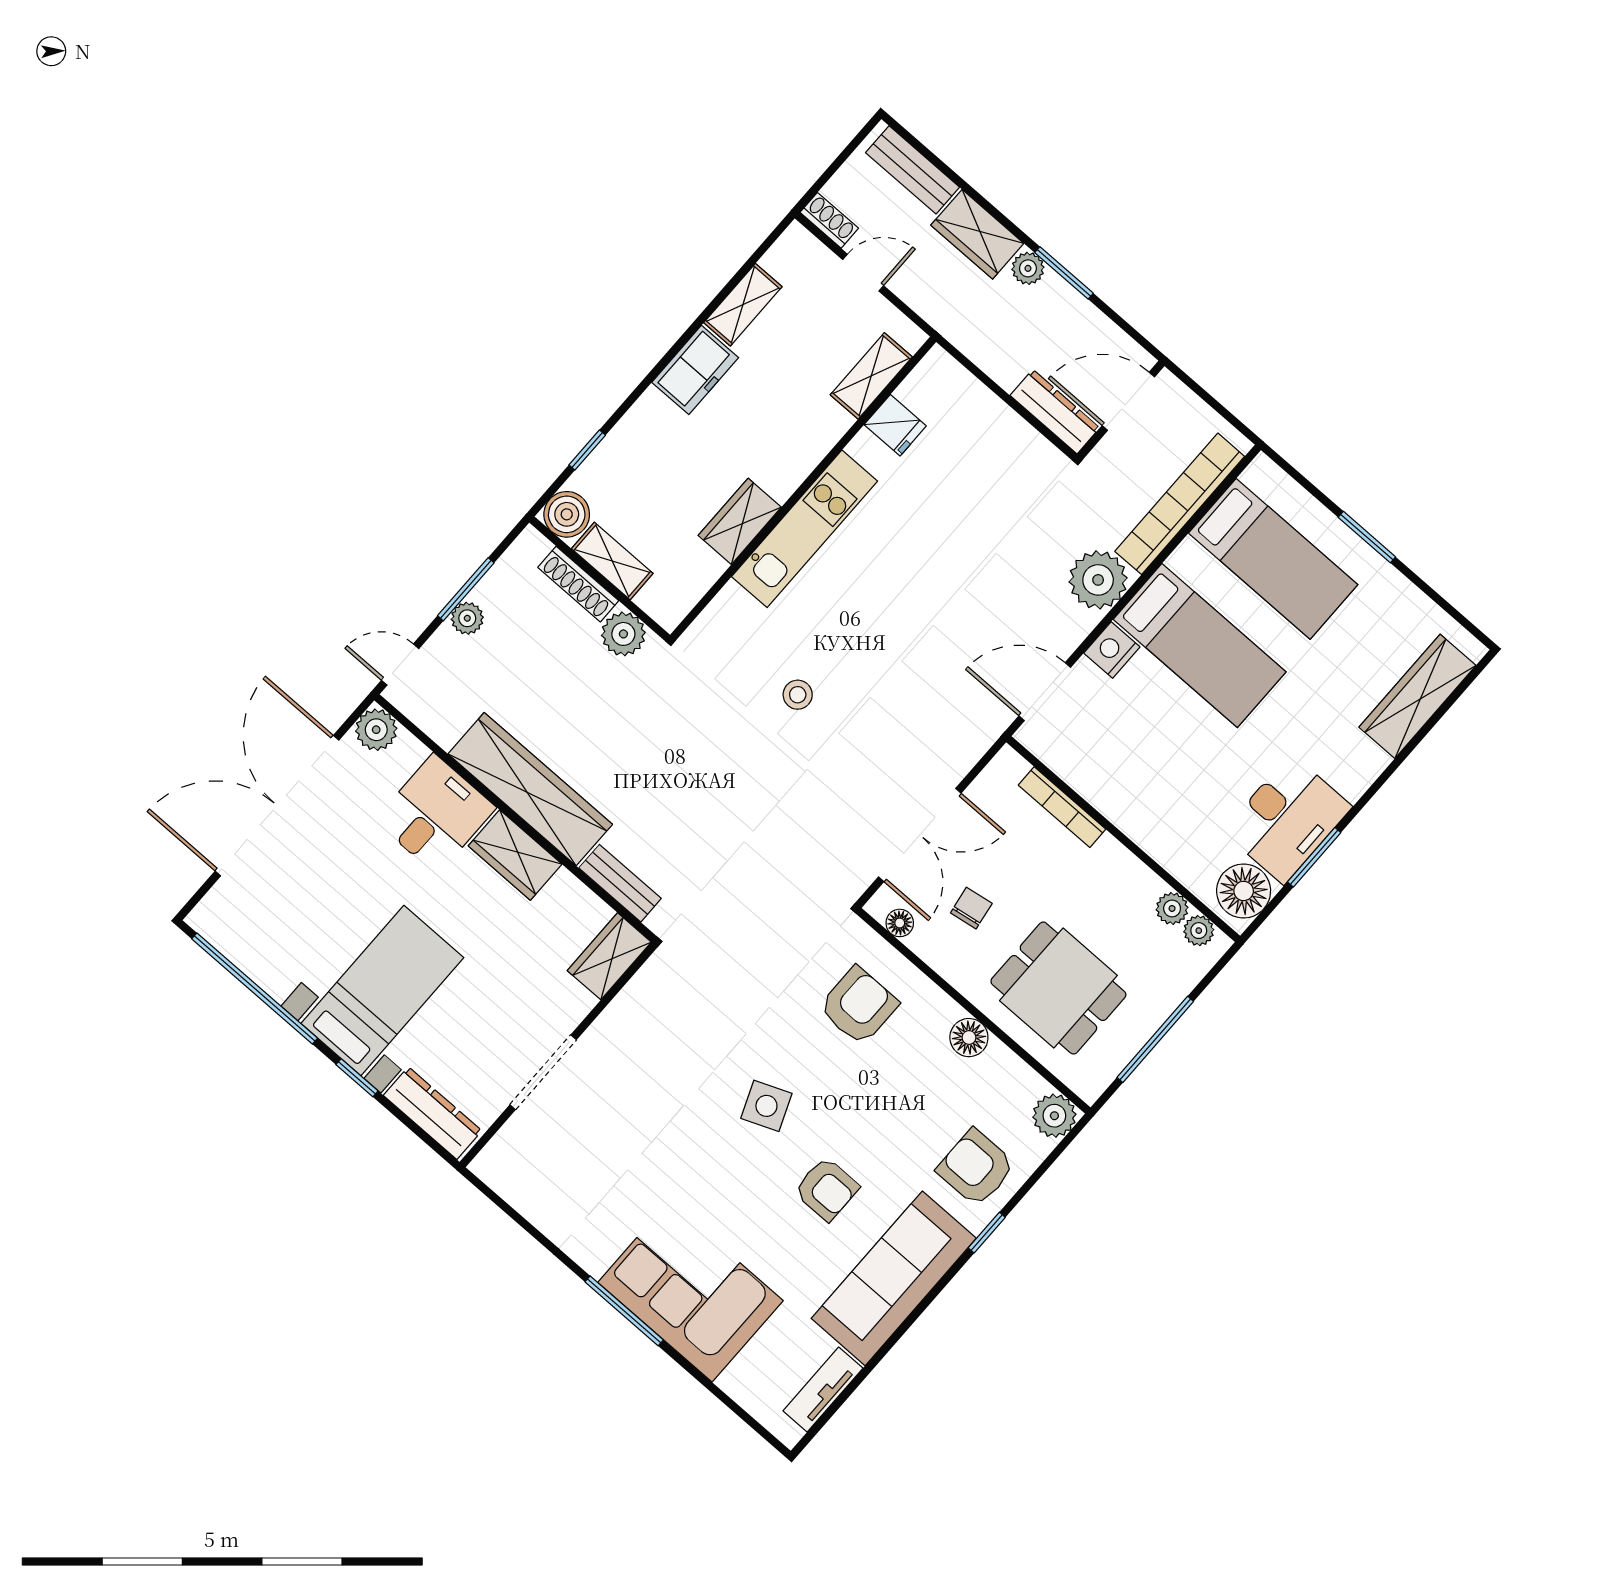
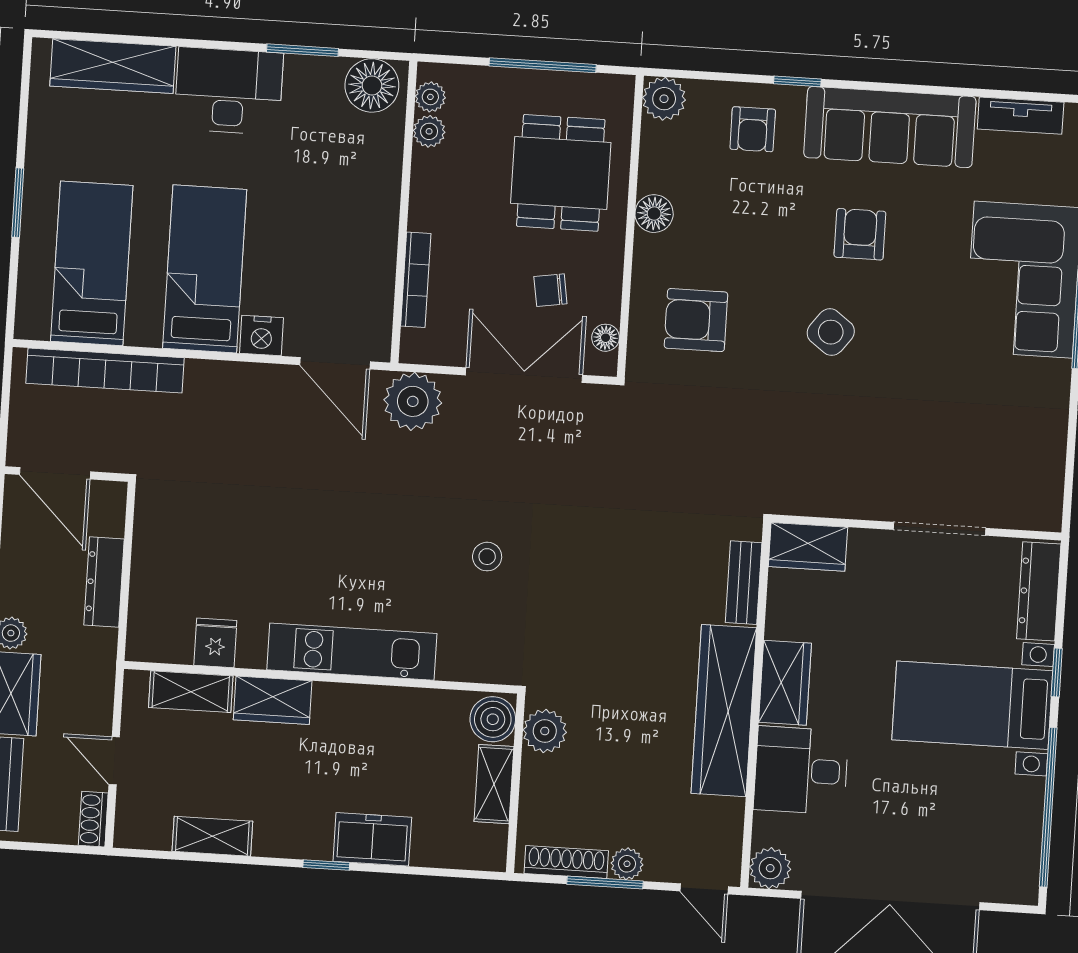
freezer: (695, 370) -> (372, 839), moved
dresser: (1055, 412) -> (104, 582), moved
window: (587, 450) -> (326, 865), moved
boiler: (567, 514) -> (493, 719), moved
wardrobe: (740, 521) -> (273, 700), moved
plant: (1098, 580) -> (413, 401), moved
shoe rack: (578, 584) -> (566, 862), moved, turned -90
desk: (1287, 819) -> (229, 91), moved
side table: (766, 1106) -> (831, 332), turned -31
armchair: (976, 1168) -> (753, 129), width x0.72, depth x0.72

